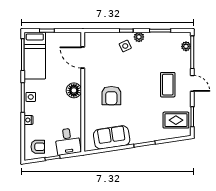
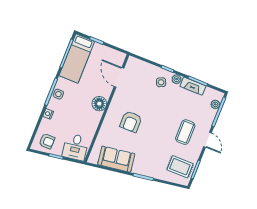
fireplace: (157, 37) -> (193, 86), added

